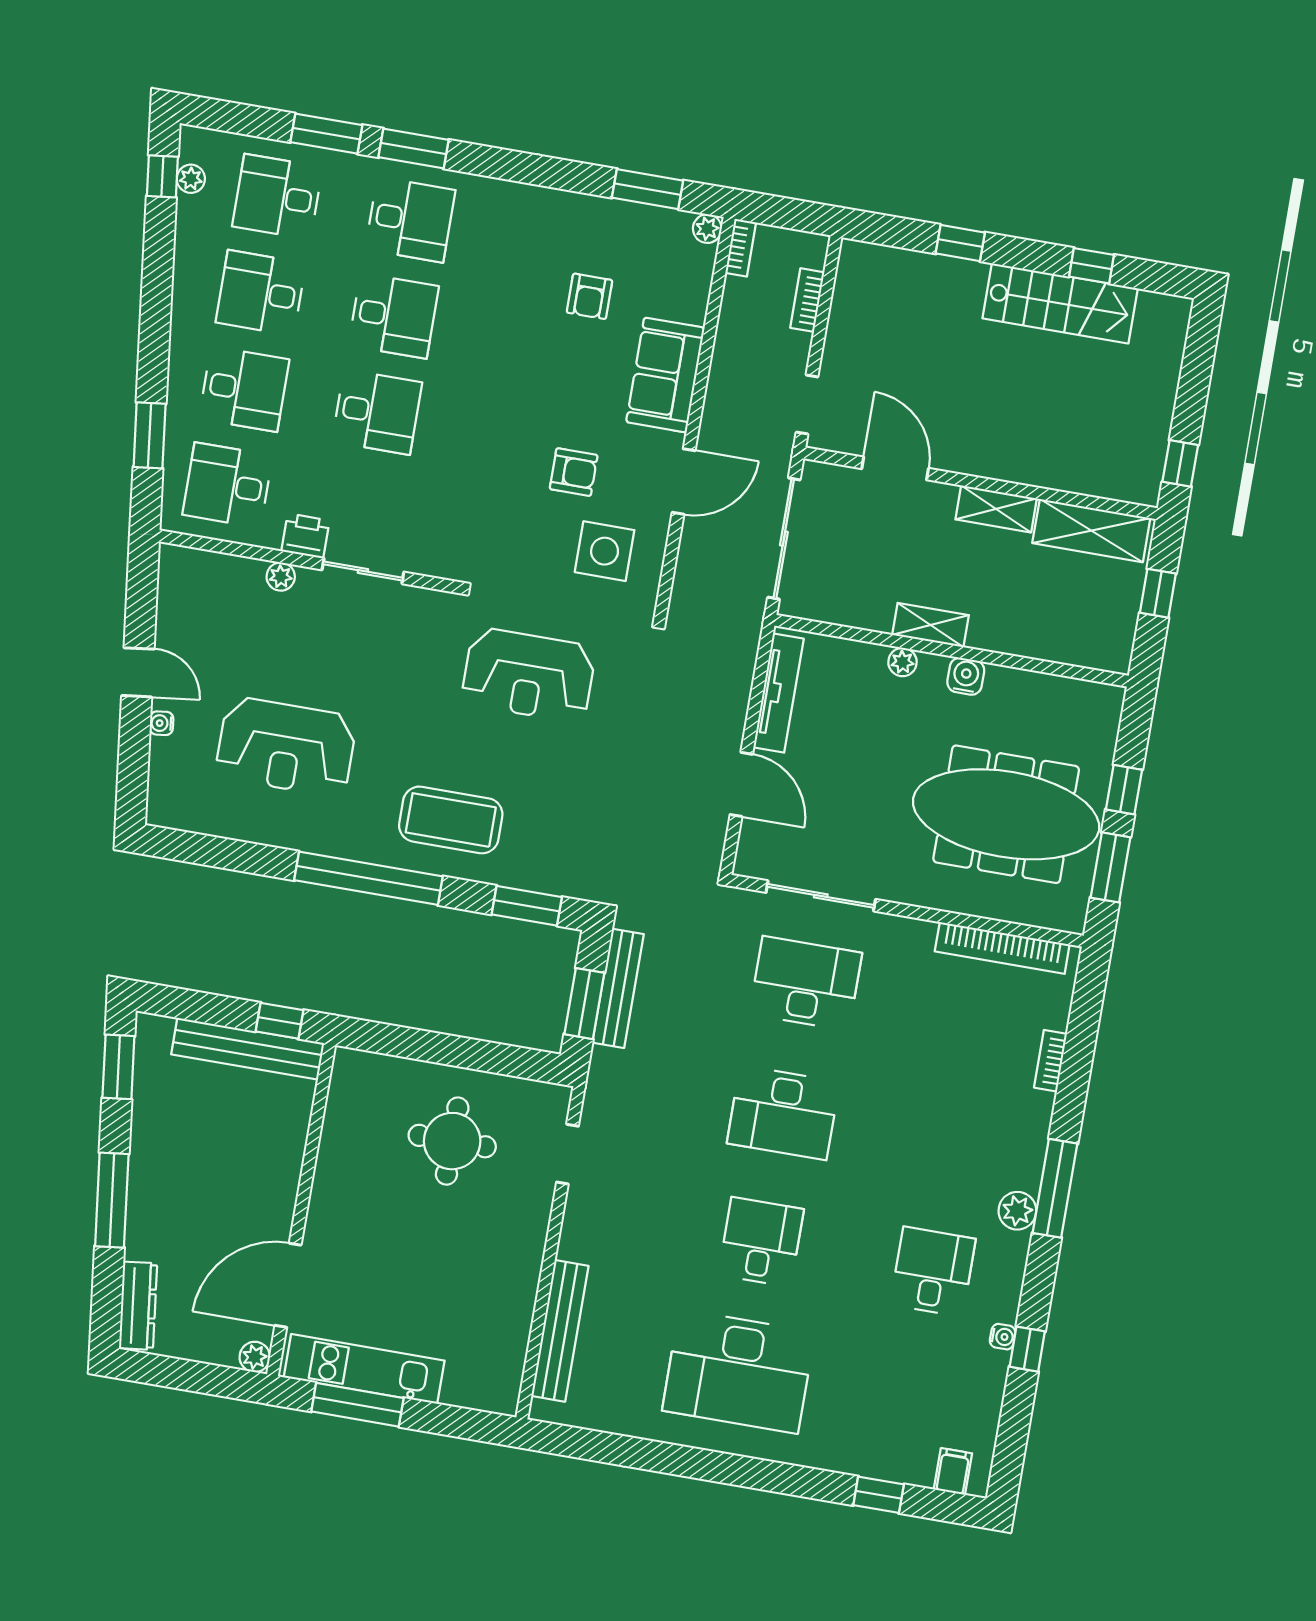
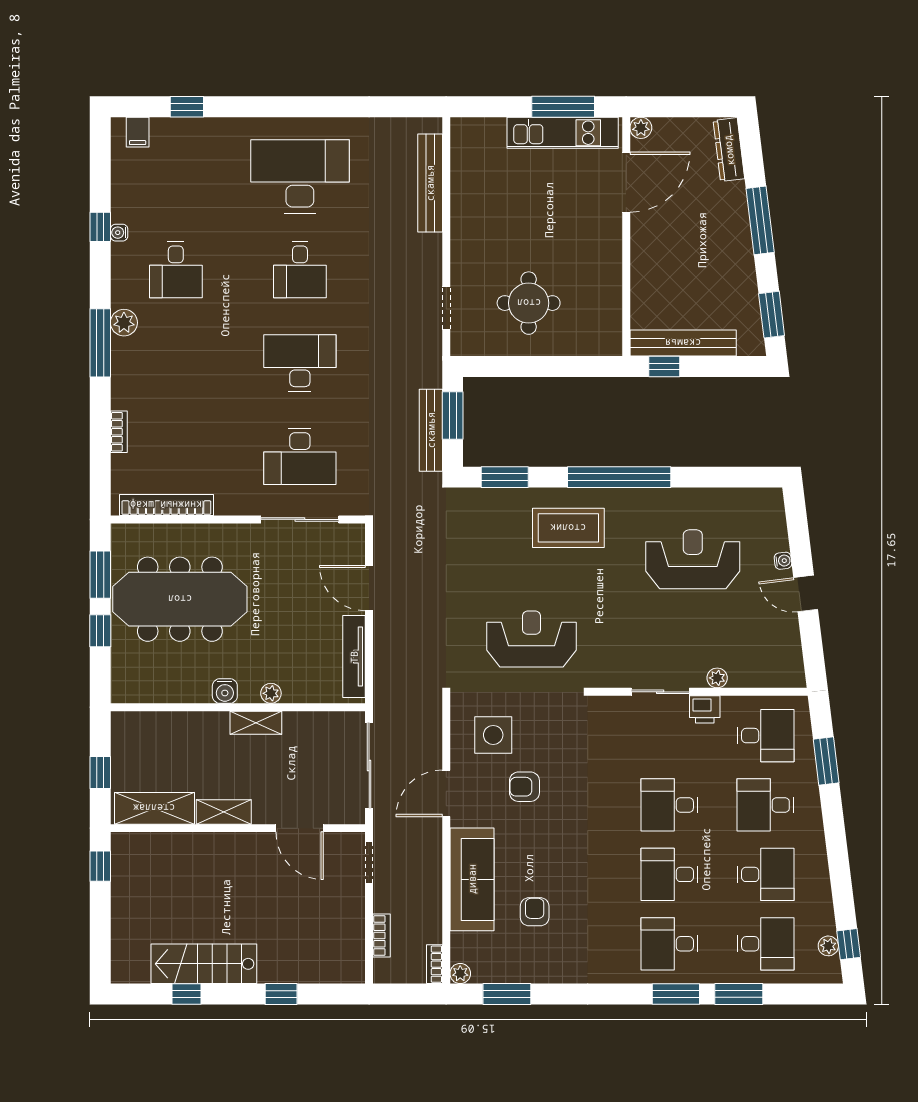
sofa: (665, 375) -> (472, 879), width x1.36

